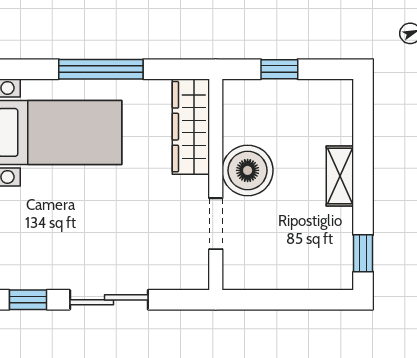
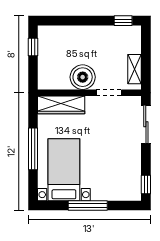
window: (279, 69) -> (33, 47), moved
shelving: (340, 176) -> (135, 69), moved, turned 90
sliding door: (109, 300) -> (146, 124), moved

